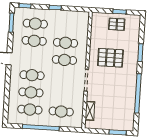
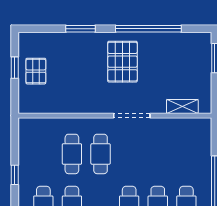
pallet: (110, 58) -> (122, 62), moved
cafe table: (61, 112) -> (186, 154), removed

